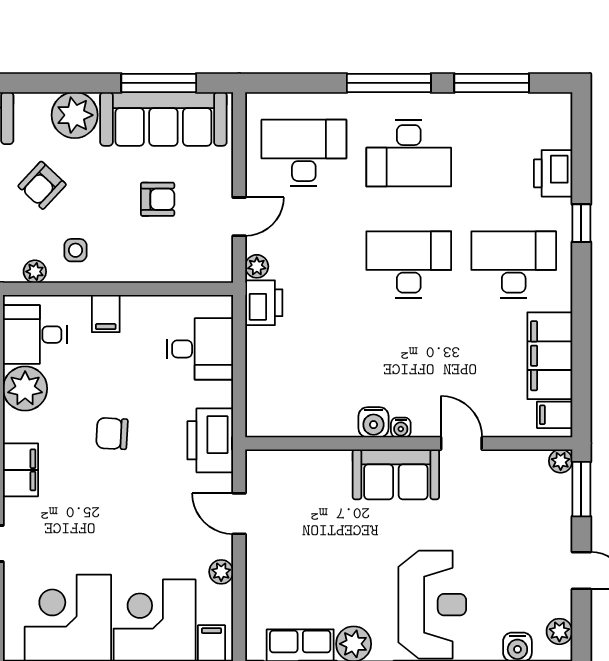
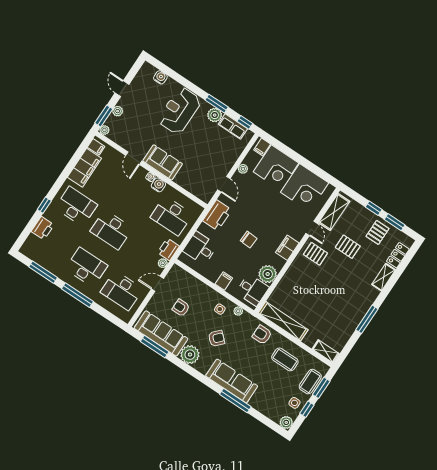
desk: (514, 265) -> (76, 206), turned 180
desk: (304, 376) -> (171, 216), added
plant: (559, 631) -> (118, 111), moved

